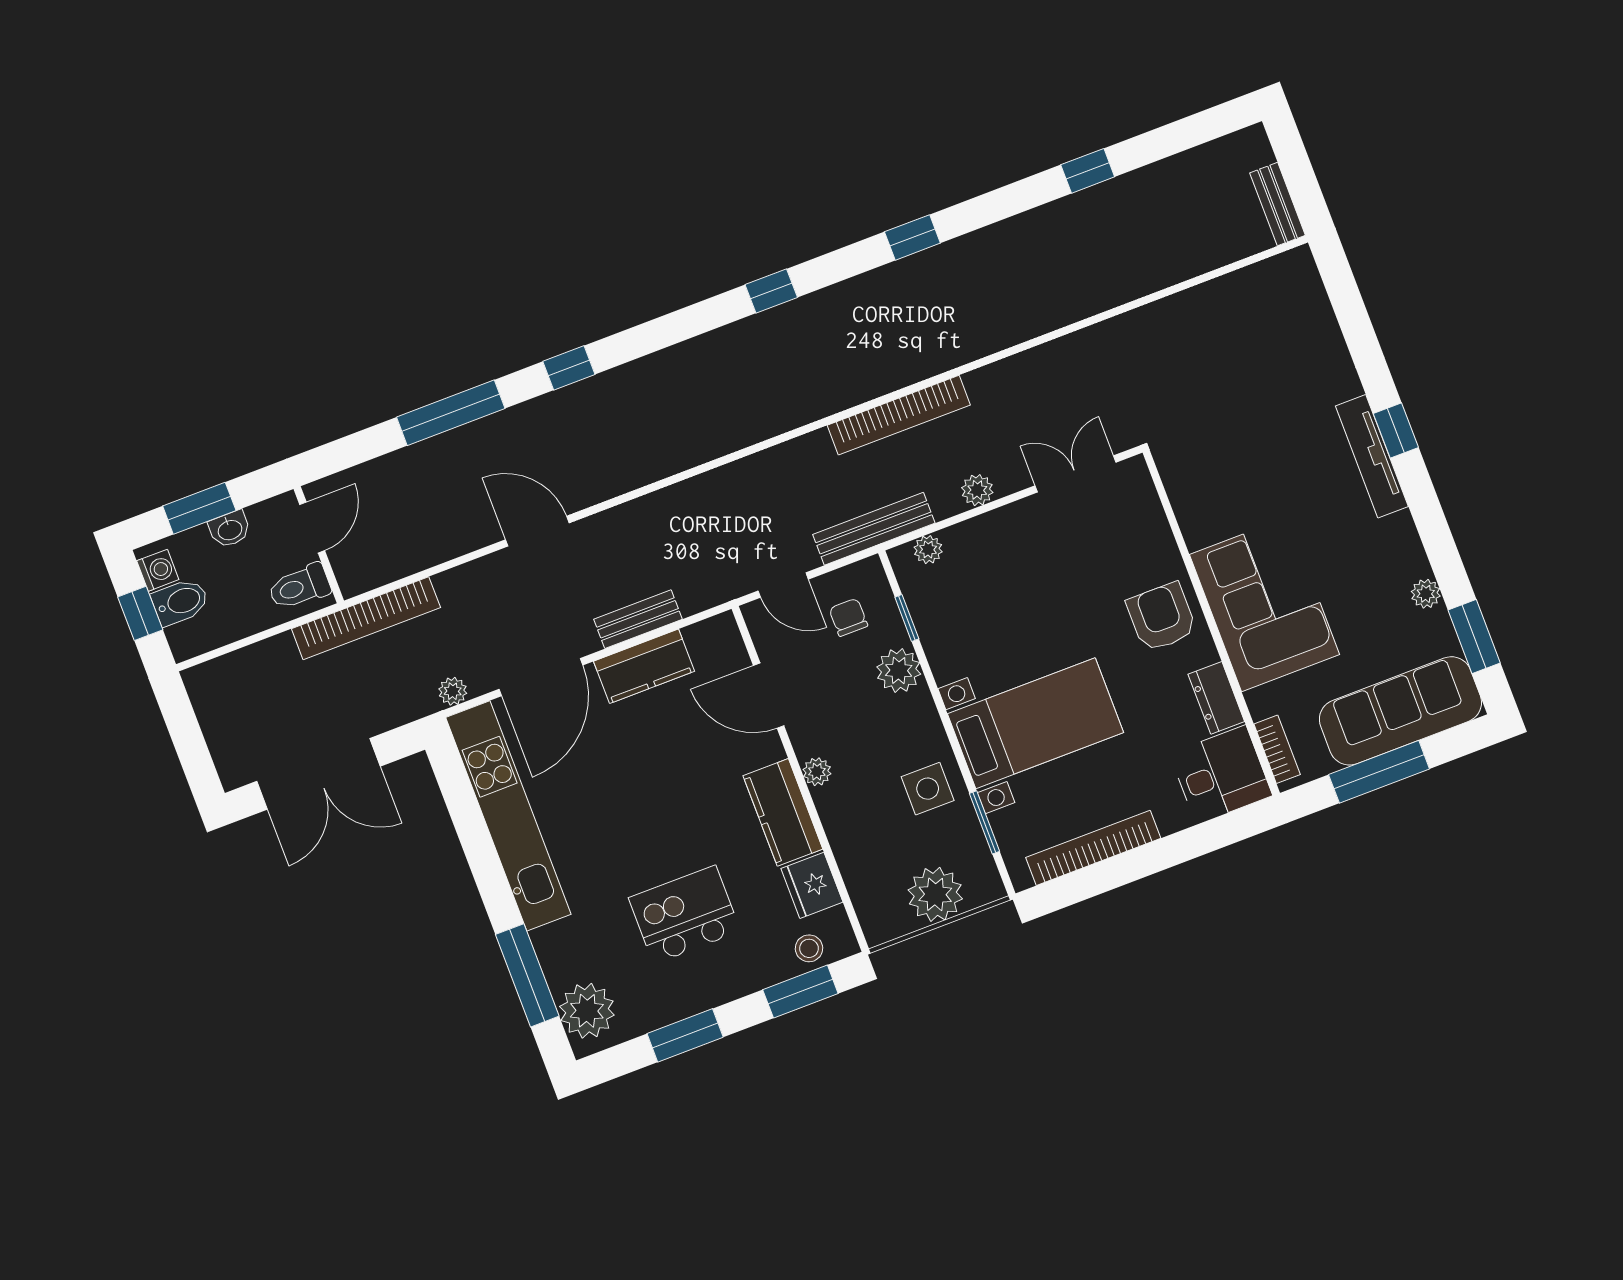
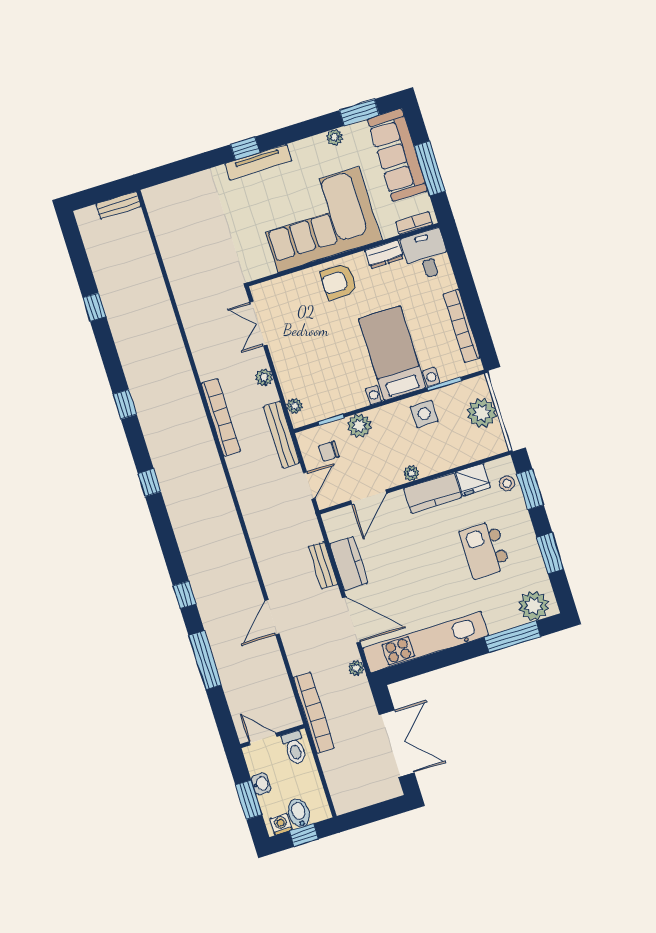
corner sofa: (1265, 605) -> (318, 220), width x1.36, depth x1.36

